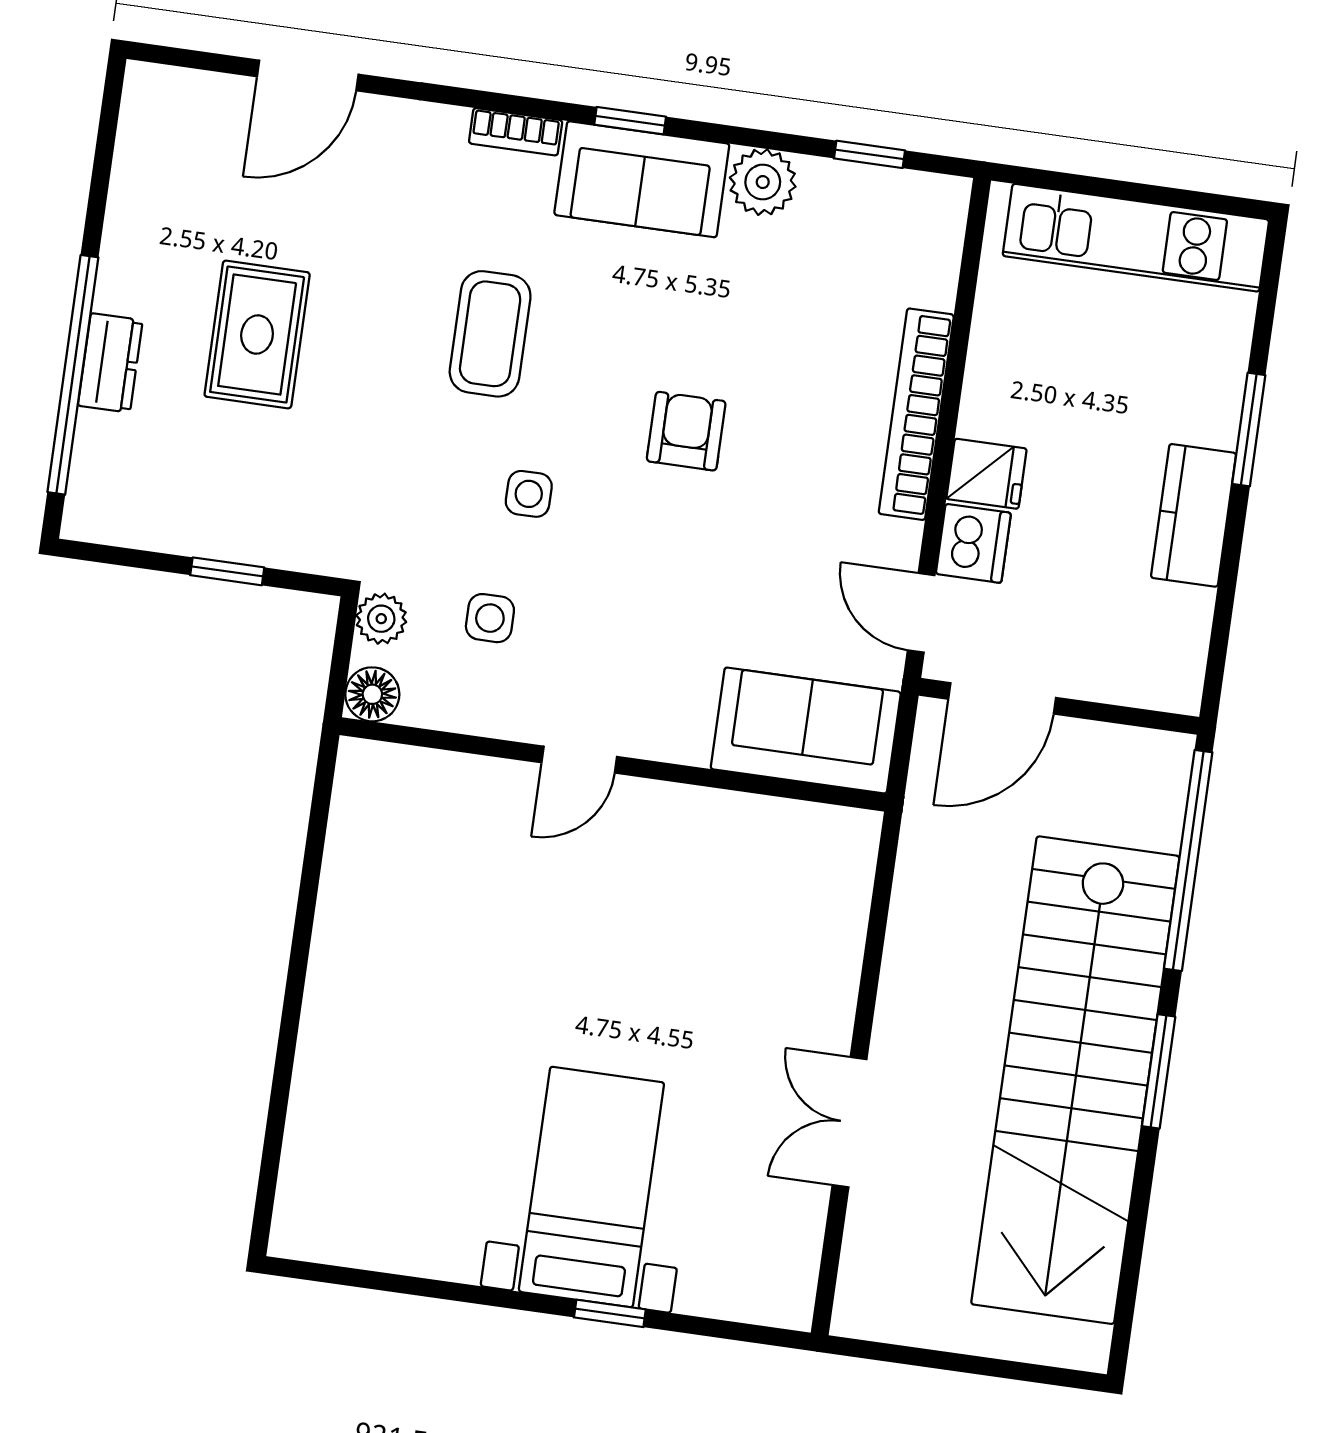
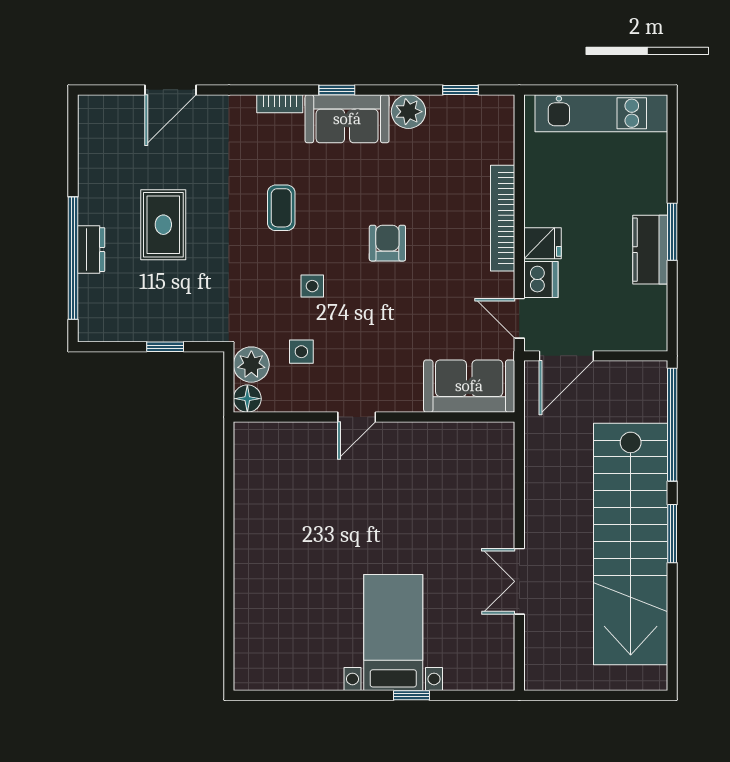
coffee table: (490, 334) -> (281, 208), width x0.73, depth x0.77
window: (1249, 429) -> (672, 232), moved
plant: (381, 619) -> (251, 365), width x1.38, depth x1.38

